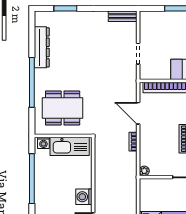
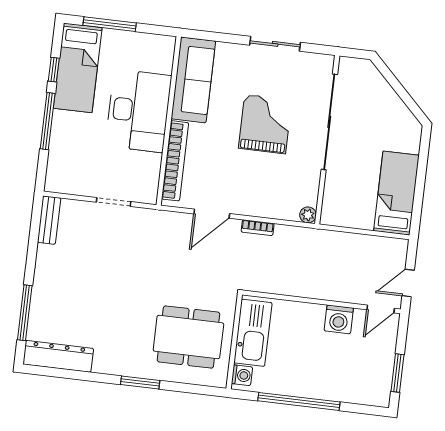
window: (65, 8) -> (25, 313), width x1.44
dresser: (42, 47) -> (58, 356), moved
window: (32, 82) -> (140, 383), width x0.47
dining table: (63, 108) -> (188, 337), turned 90

